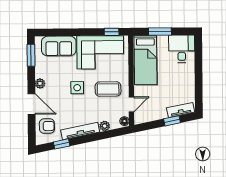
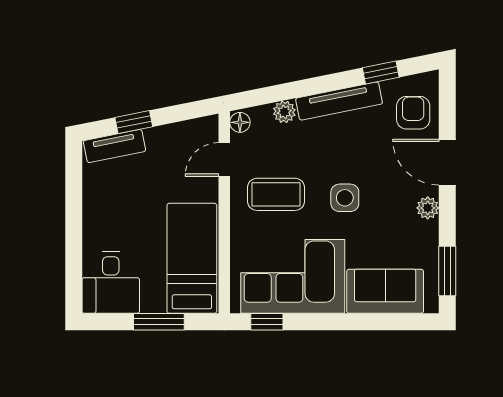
armchair: (47, 126) -> (413, 113), turned 90

